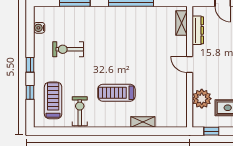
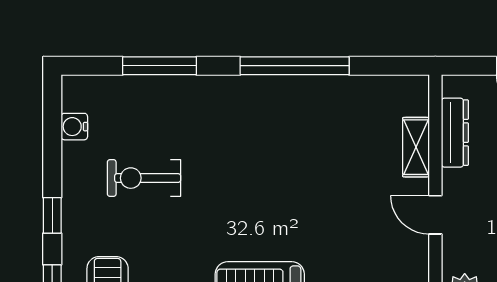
shelving: (182, 23) -> (416, 147), moved

